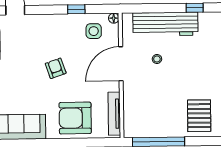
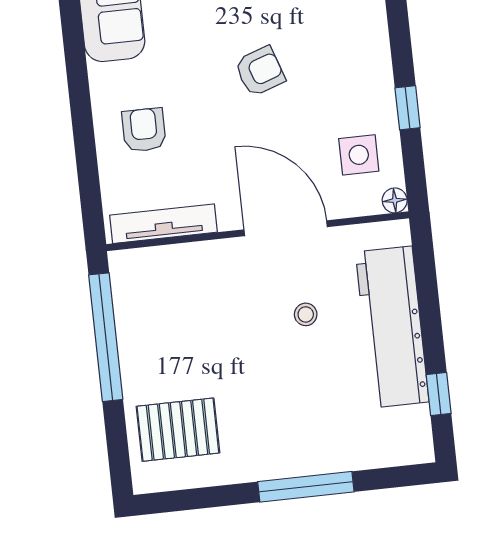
armchair: (75, 118) -> (144, 130), width x0.53, depth x0.53

